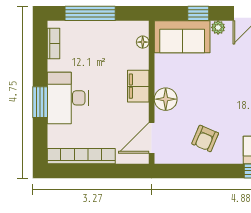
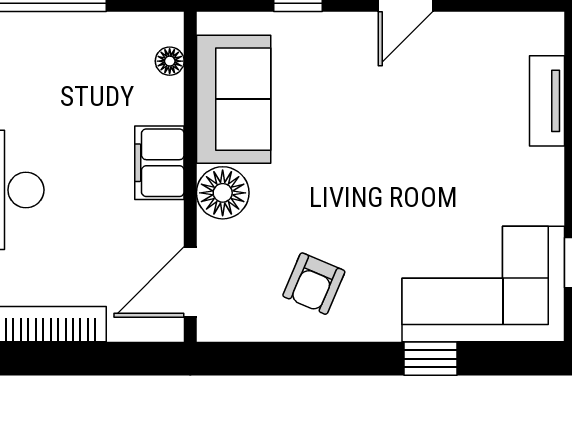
plant: (218, 27) -> (344, 27), removed
sofa: (182, 37) -> (234, 99), moved, turned -90

